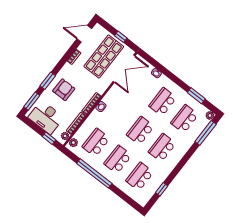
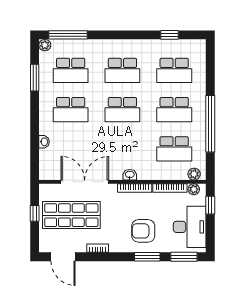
double door: (124, 69) -> (85, 182), moved

